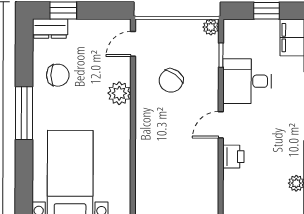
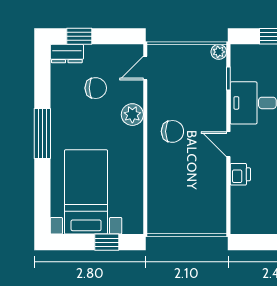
chair: (58, 75) -> (96, 88), moved
chair: (171, 81) -> (172, 131), moved, turned -126
door: (221, 125) -> (228, 144), hinge flipped

